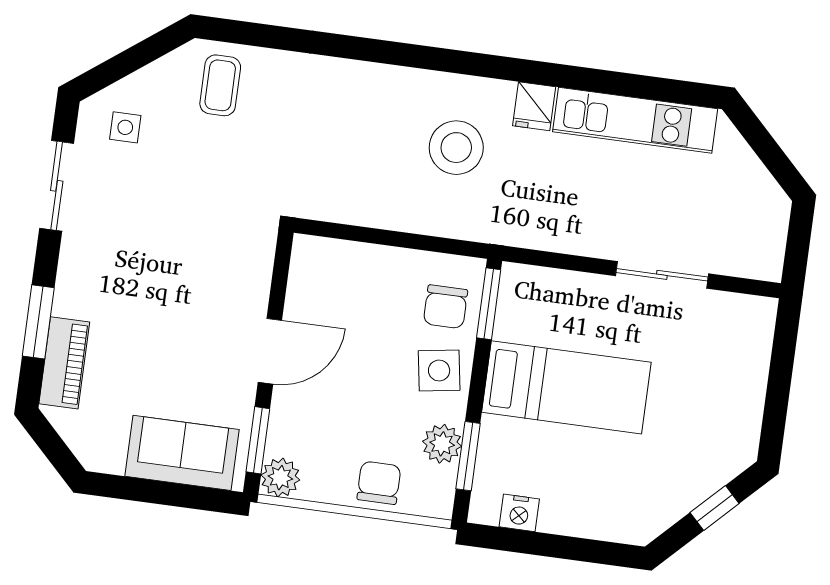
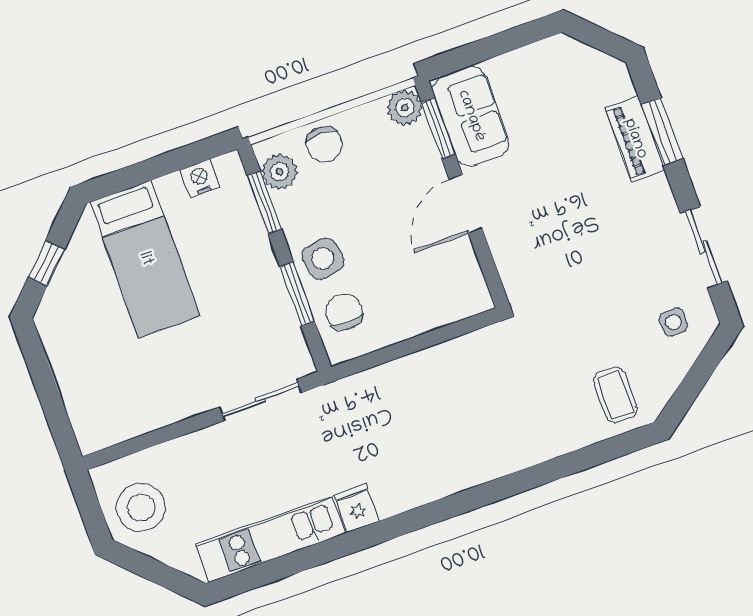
stool: (456, 148) -> (141, 507), moved
sliding door: (662, 275) -> (261, 400), moved
window: (489, 304) -> (297, 294), moved
piano: (64, 363) -> (635, 139), moved
bed: (566, 387) -> (145, 259), moved, turned -90
plant: (442, 444) -> (279, 172), moved
sofa: (182, 453) -> (471, 116), moved, turned -90

